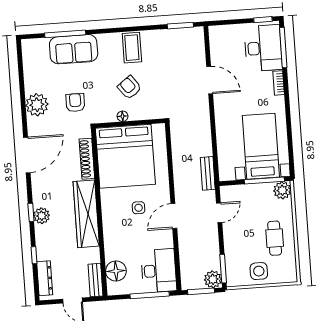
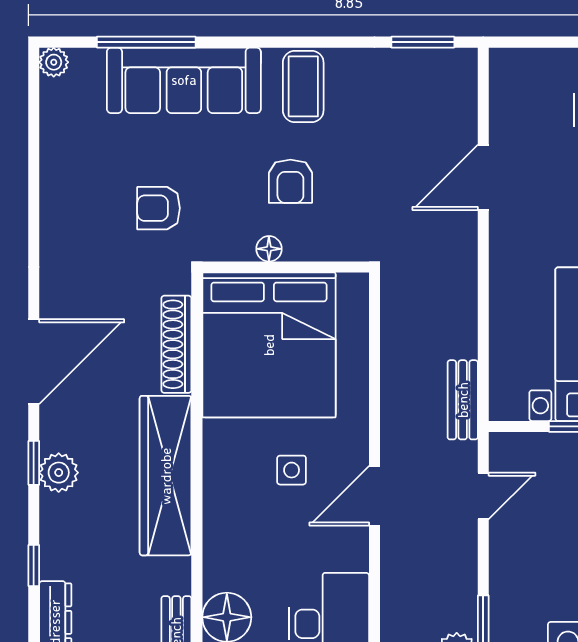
sofa: (74, 49) -> (184, 80), width x1.36
door: (210, 80) -> (483, 177), swing flipped
armchair: (129, 87) -> (290, 181), turned -143
armchair: (75, 103) -> (159, 208), turned -90
plant: (37, 105) -> (54, 62), moved, width x0.53, depth x0.53
door: (27, 155) -> (34, 362), moved

